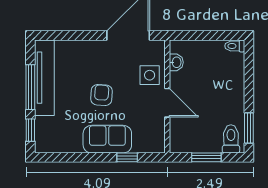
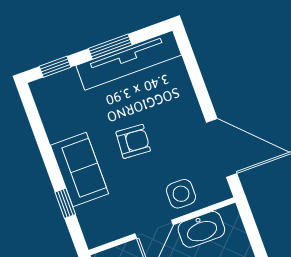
washbasin: (176, 62) -> (201, 229), width x1.91, depth x1.45
window: (30, 87) -> (110, 47), width x0.69

